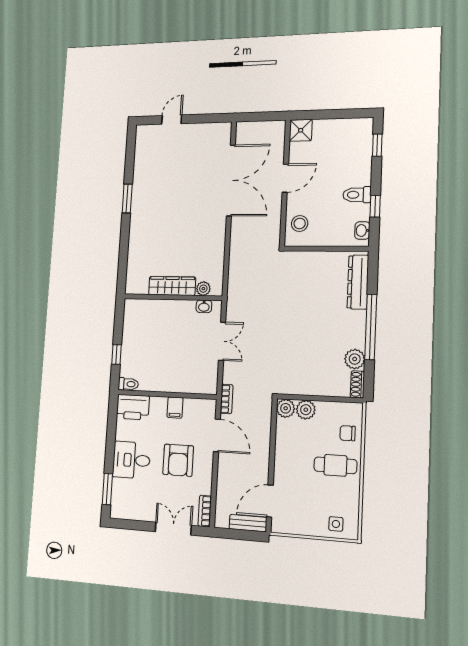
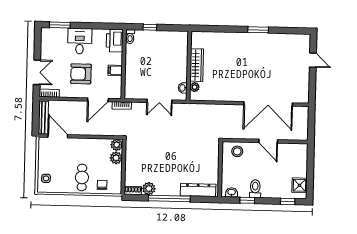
shower: (301, 130) -> (299, 185), moved
bench: (248, 523) -> (43, 118), width x1.36

